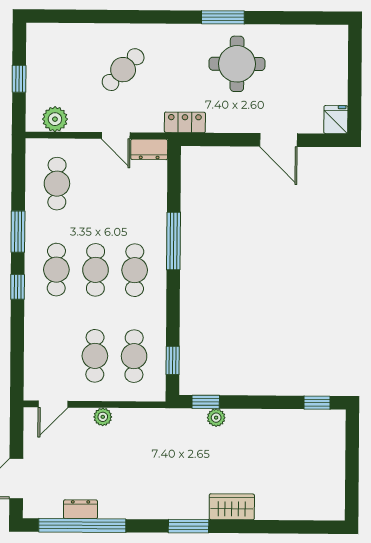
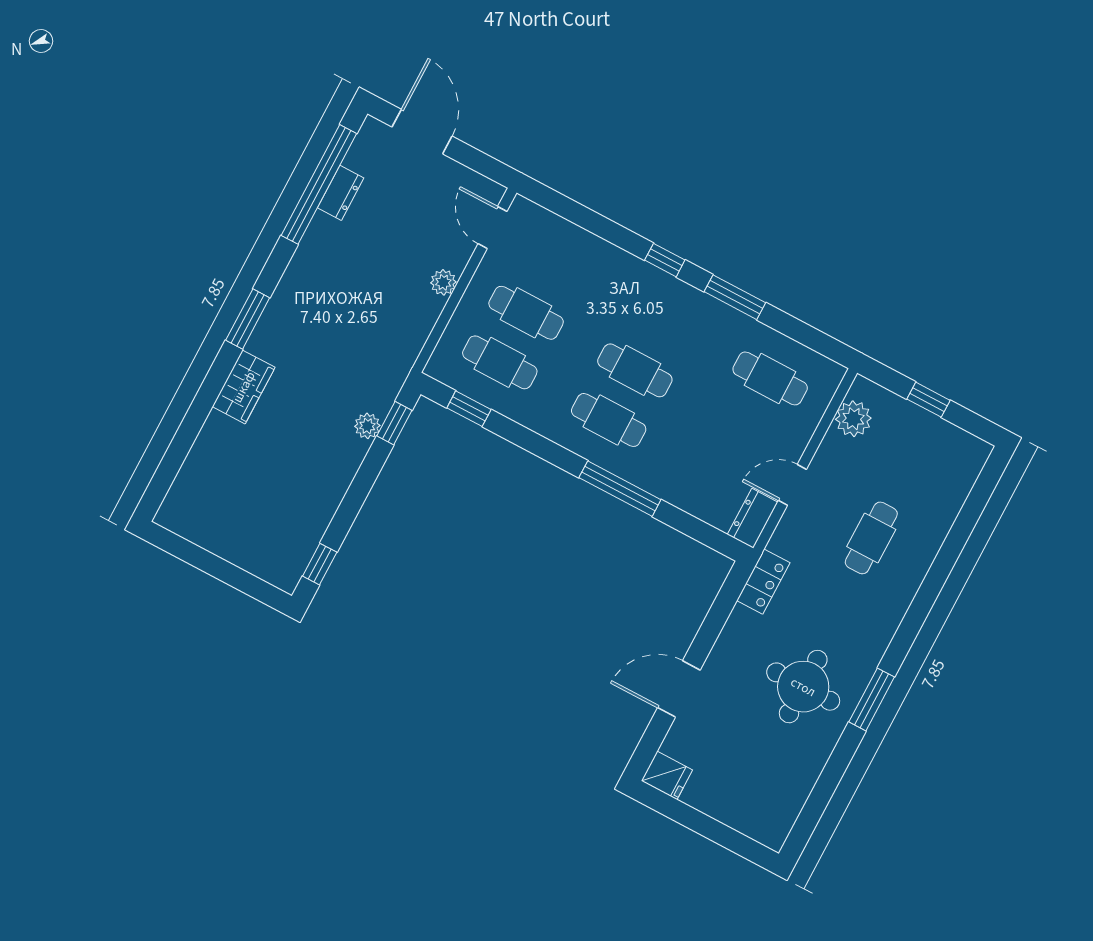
cafe table: (123, 70) -> (871, 538), turned 46
cafe table: (56, 270) -> (661, 321), removed

